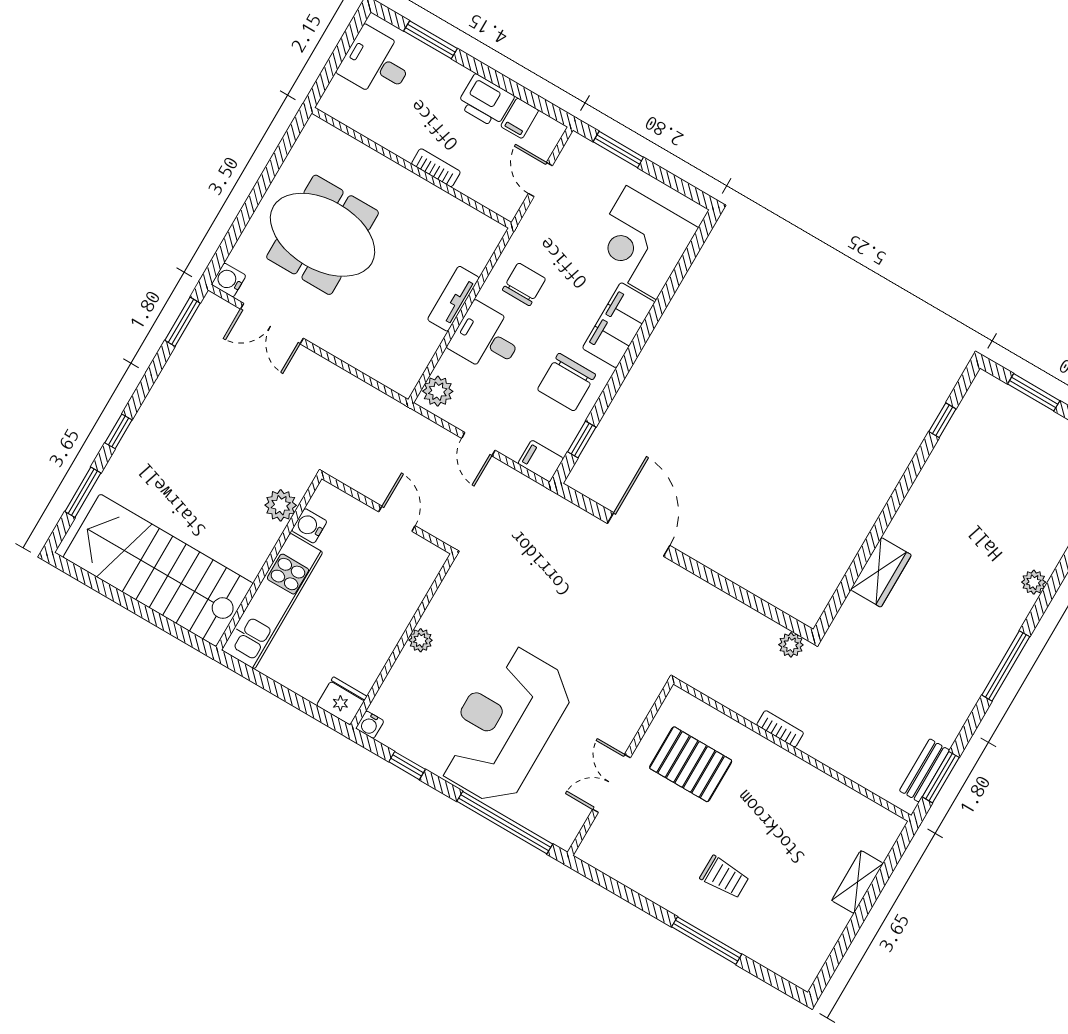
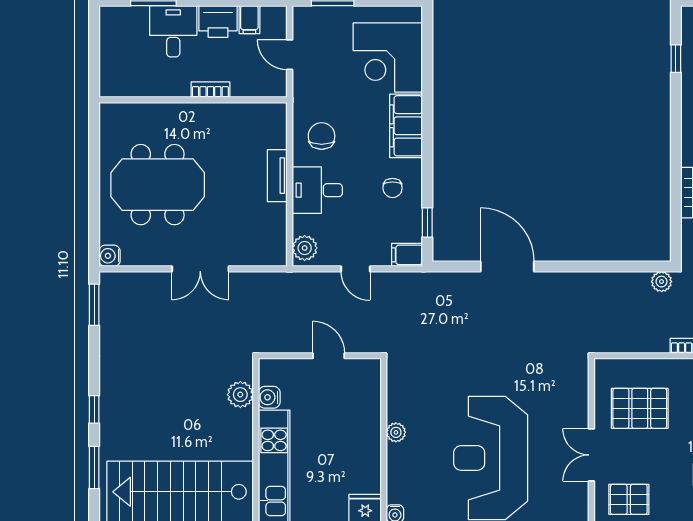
desk: (376, 63) -> (173, 31), moved, turned 90
double door: (272, 324) -> (200, 269), moved
chair: (567, 382) -> (393, 188), width x0.54, depth x0.54
pallet: (623, 853) -> (629, 499), added

